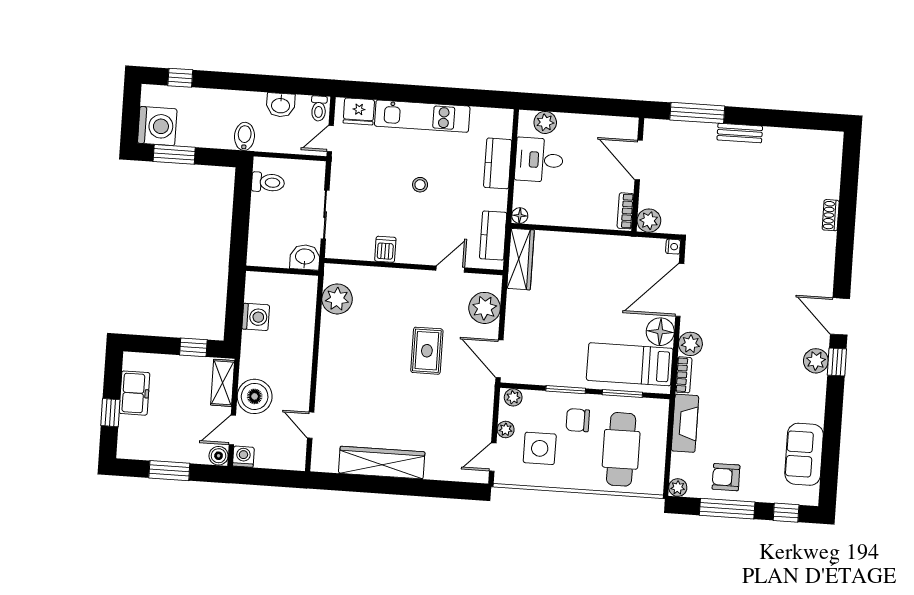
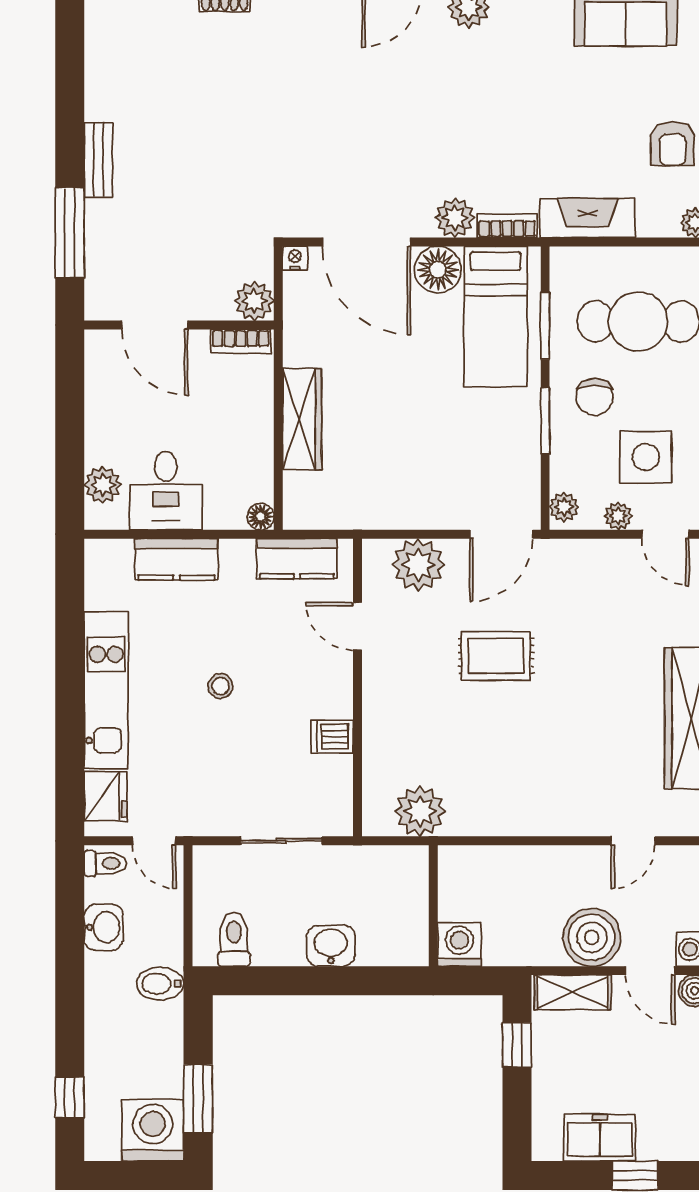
door: (639, 160) -> (155, 325), hinge flipped
washbasin: (305, 257) -> (331, 946), moved, turned 90
wardrobe: (521, 259) -> (302, 419), moved, turned 90
wall: (282, 271) -> (433, 906), moved

